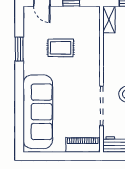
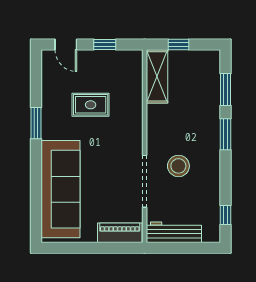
shelving: (109, 20) -> (157, 76), width x1.50, depth x1.33
window: (19, 49) -> (36, 123), moved

